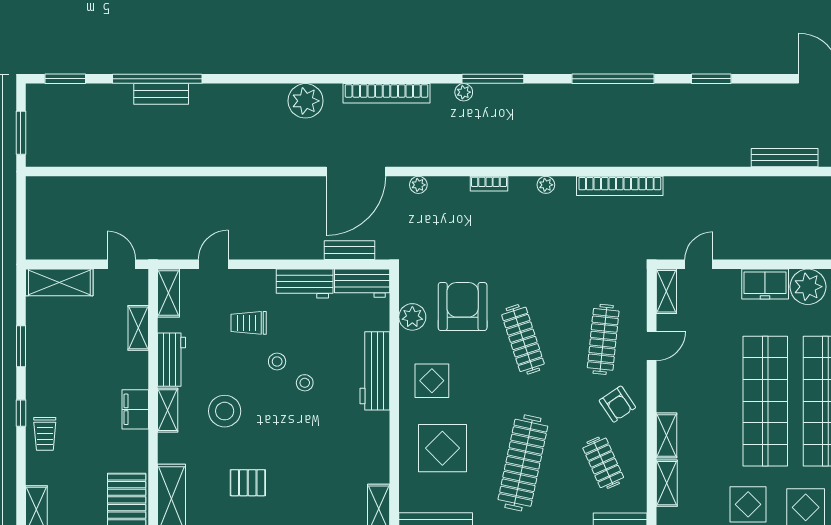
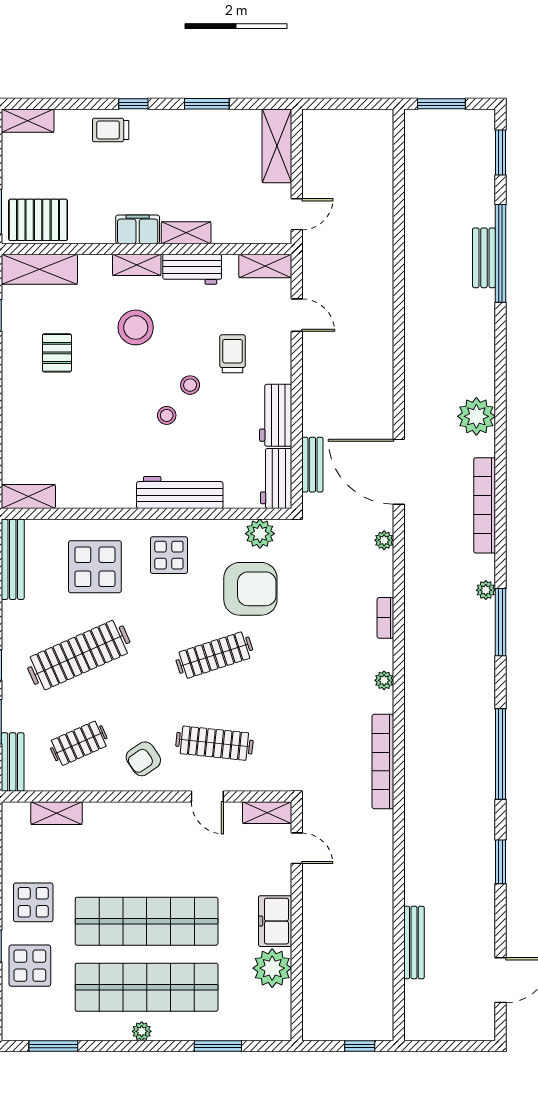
plant: (412, 317) -> (260, 534), moved
shelving: (138, 328) -> (186, 233), moved
shelving: (666, 435) -> (109, 813), removed
clothes rail: (523, 463) -> (79, 655), turned -36

